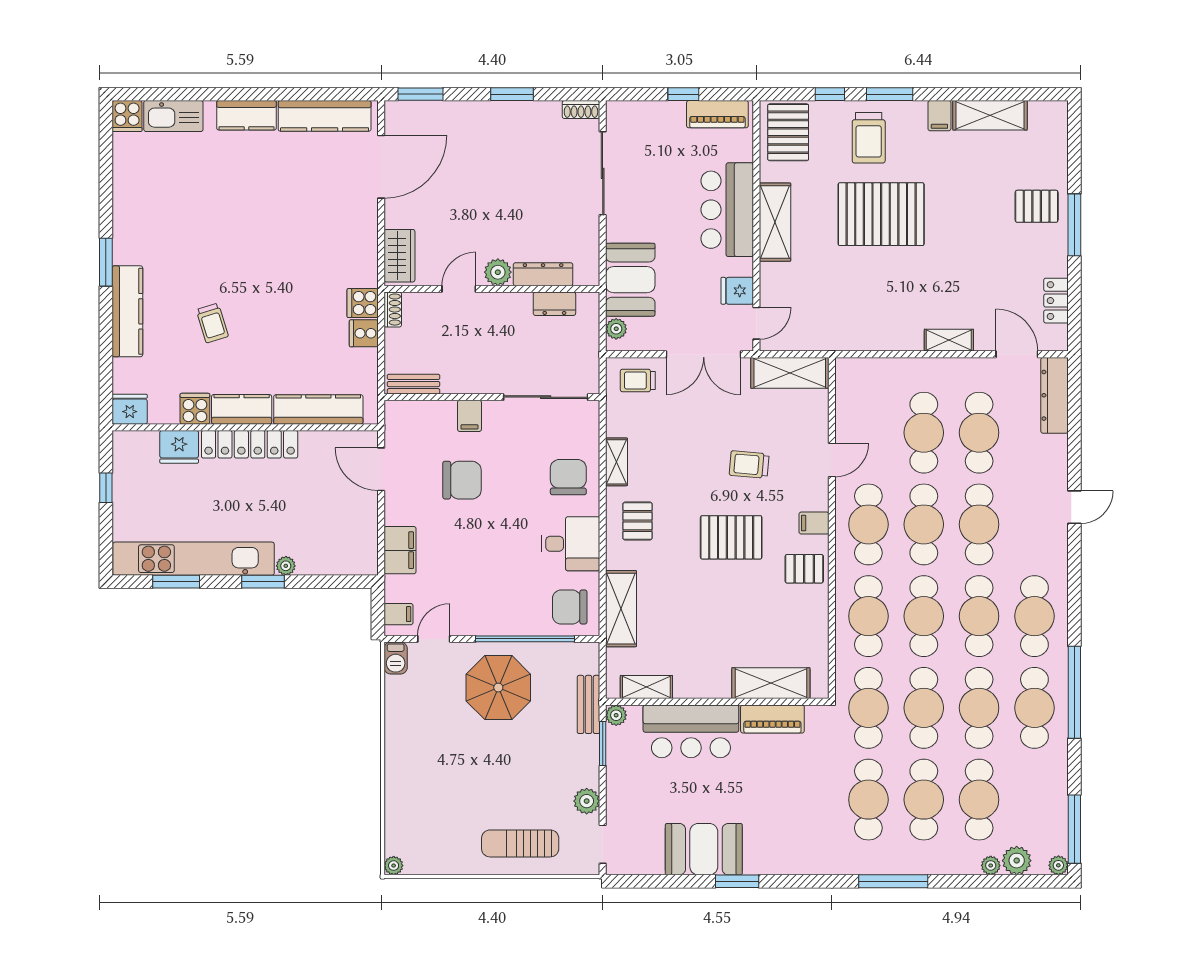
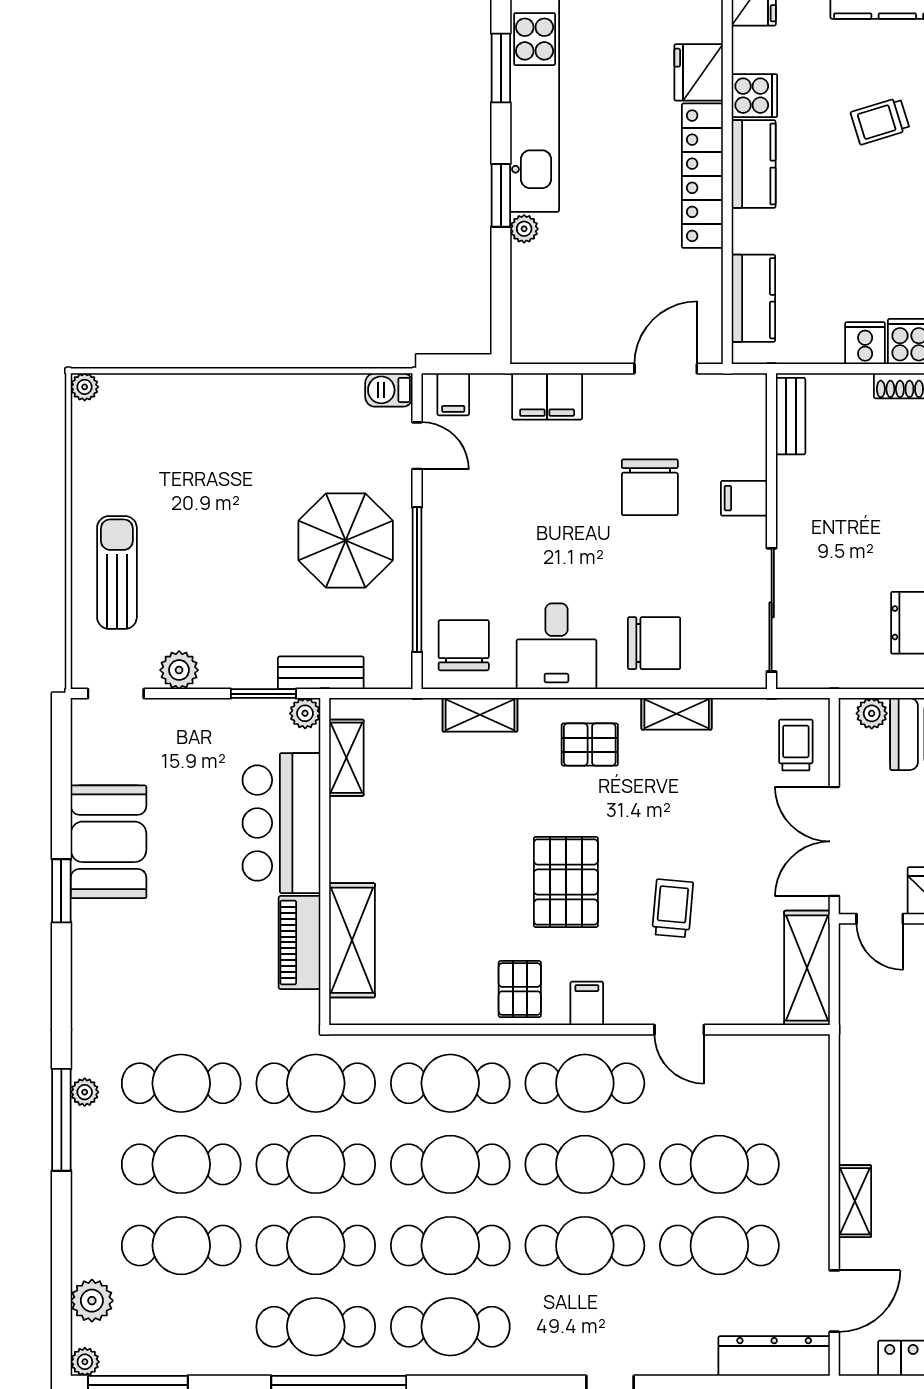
kitchen counter: (318, 409) -> (753, 298), width x0.67
shelving: (621, 609) -> (480, 715), width x0.67, depth x0.75
plant: (991, 865) -> (85, 1092), moved

